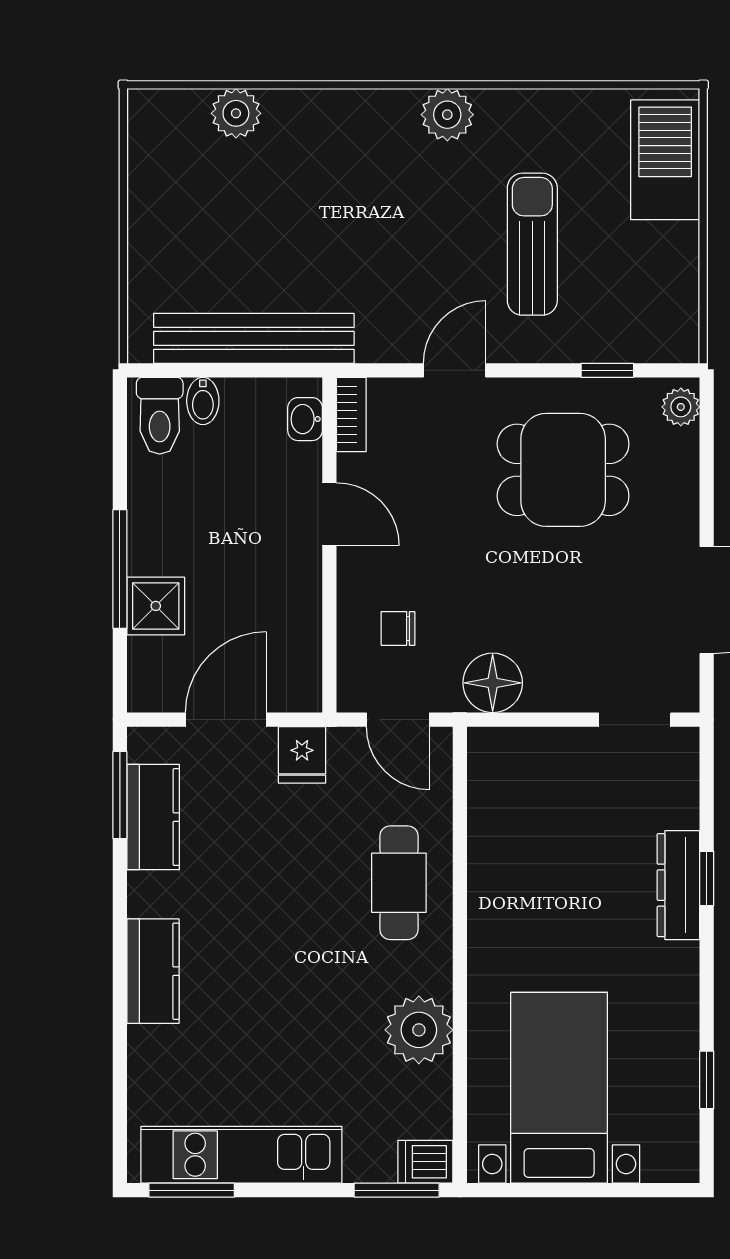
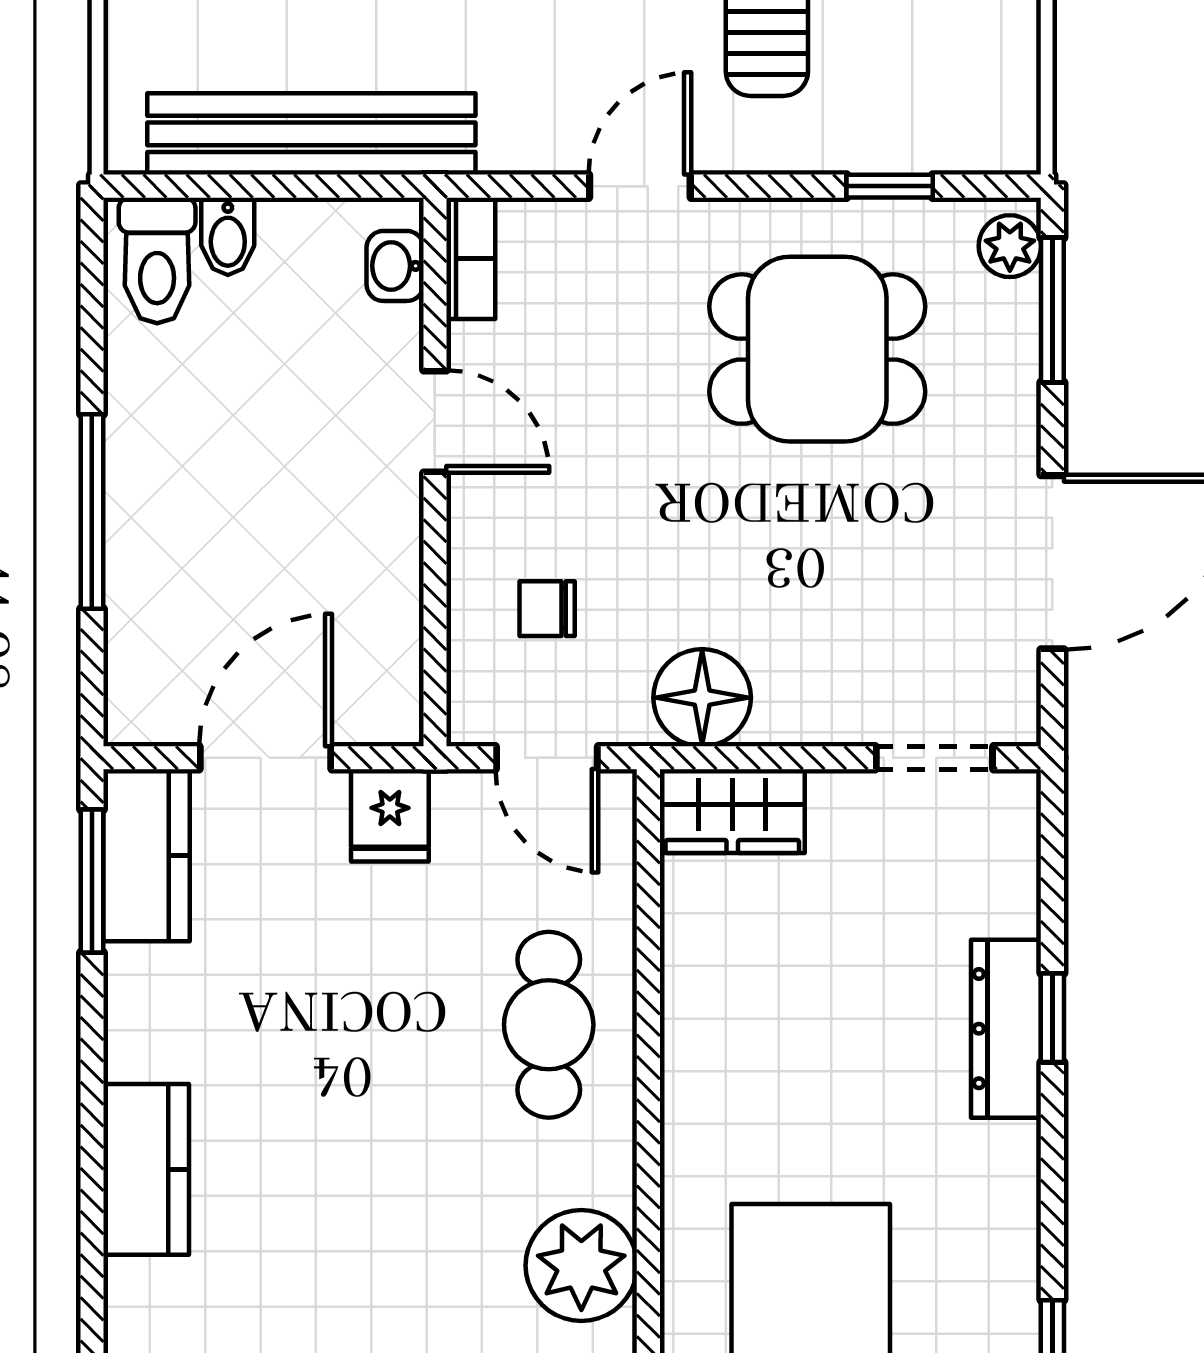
window: (707, 446) -> (1052, 310), added
shower: (156, 606) -> (151, 572), removed
wardrobe: (511, 752) -> (732, 811), added
kitchen counter: (153, 817) -> (146, 855), moved

